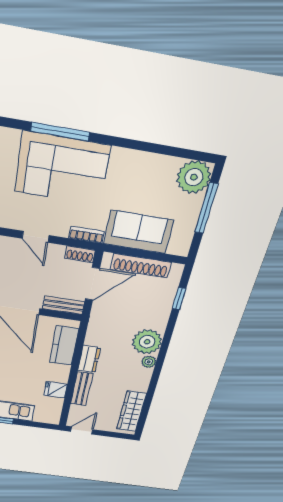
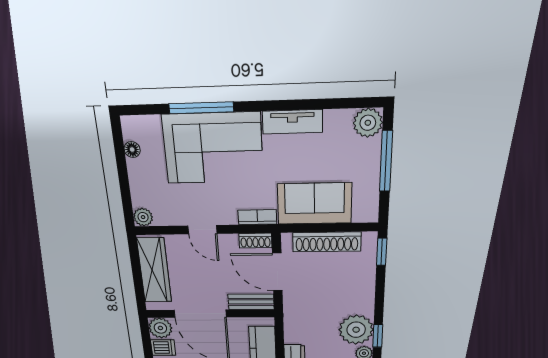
tv unit: (137, 160) -> (292, 122), added
plant: (194, 177) -> (368, 123), width x0.73, depth x0.73
door: (92, 284) -> (277, 272), swing flipped
window: (179, 298) -> (382, 252), moved
window: (164, 349) -> (378, 336), added

